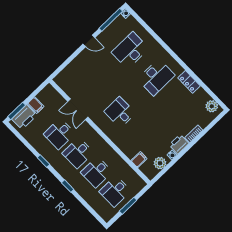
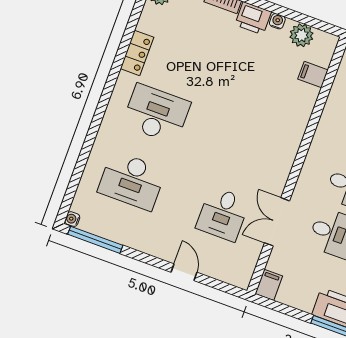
door: (89, 41) -> (184, 272), moved
filing cabinet: (36, 105) -> (269, 285), moved
double door: (78, 109) -> (277, 222), swing flipped
desk: (120, 112) -> (223, 214), moved

